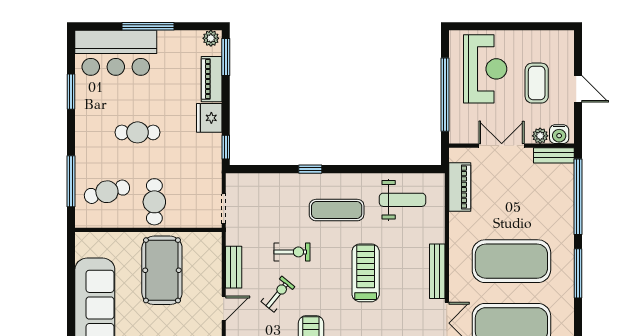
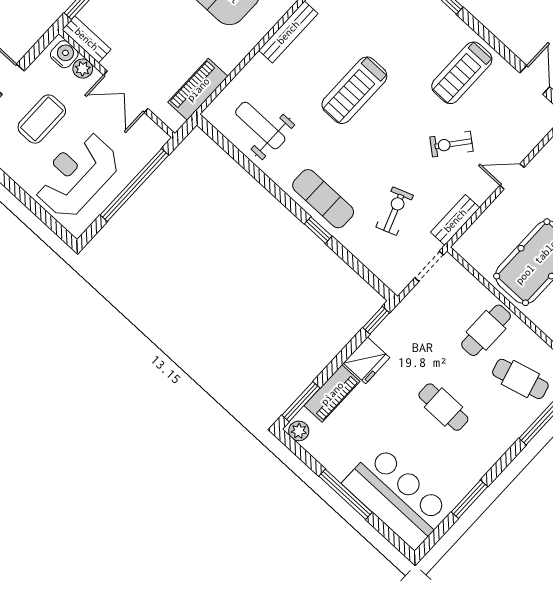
exercise mat: (337, 210) -> (323, 199), moved
exercise bike: (292, 252) -> (395, 211), moved, turned 70
bench: (234, 267) -> (455, 220), moved

